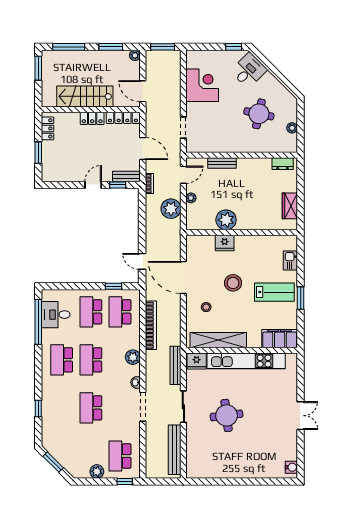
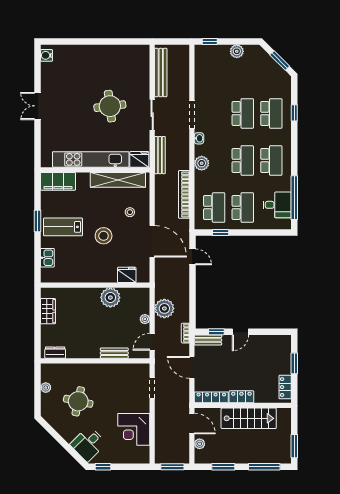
plant: (135, 55) -> (200, 444), moved
fridge: (225, 243) -> (127, 275), moved
school desk: (120, 456) -> (271, 113), moved

